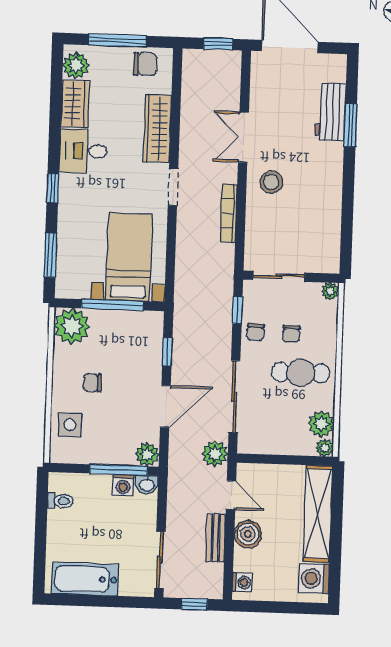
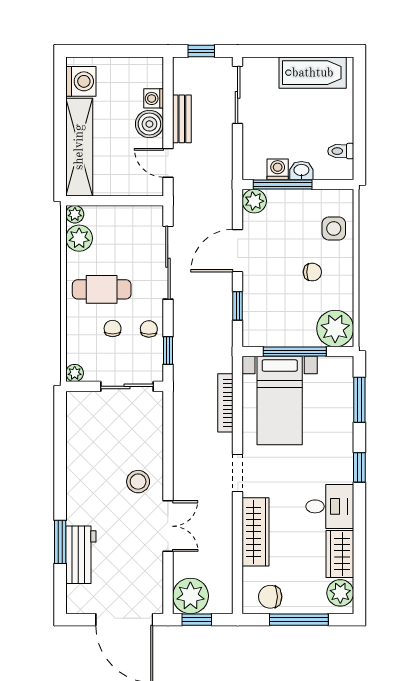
bookcase: (229, 213) -> (225, 403), moved, turned 180
plant: (215, 454) -> (190, 596), moved, width x1.36, depth x1.36
washbasin: (147, 485) -> (301, 171), moved
washing machine: (242, 582) -> (154, 98), moved

